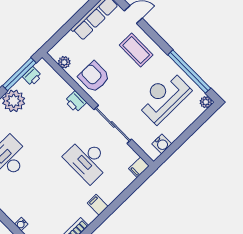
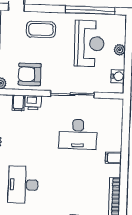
reception desk: (164, 97) -> (89, 44), turned 180
plant: (206, 102) -> (120, 50), moved
filing cabinet: (139, 167) -> (18, 103), moved

